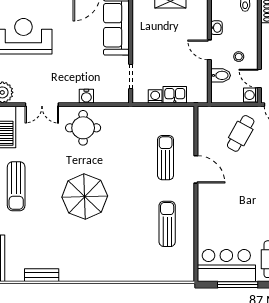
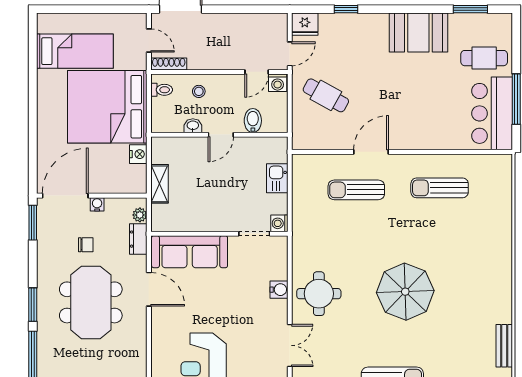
stool: (239, 57) -> (199, 91), moved
washing machine: (155, 96) -> (279, 223), moved

